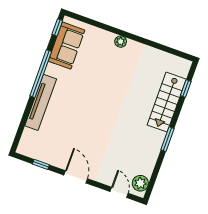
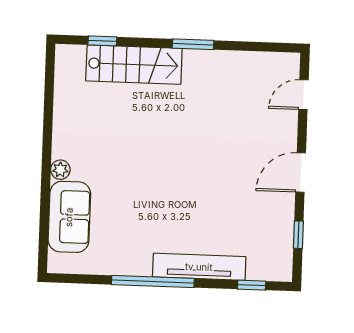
window: (57, 27) -> (252, 285), moved
sofa: (67, 46) -> (69, 217), moved, turned 90
plant: (140, 183) -> (278, 65), removed

